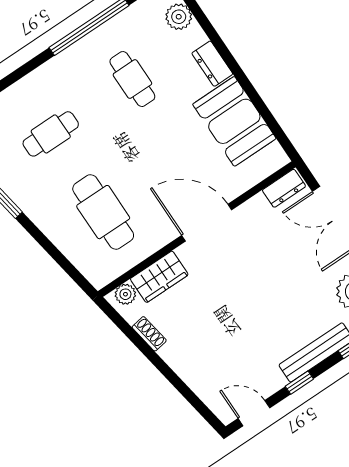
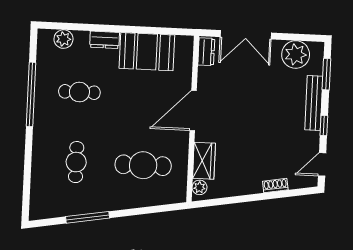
shoe rack: (149, 334) -> (275, 185), moved

